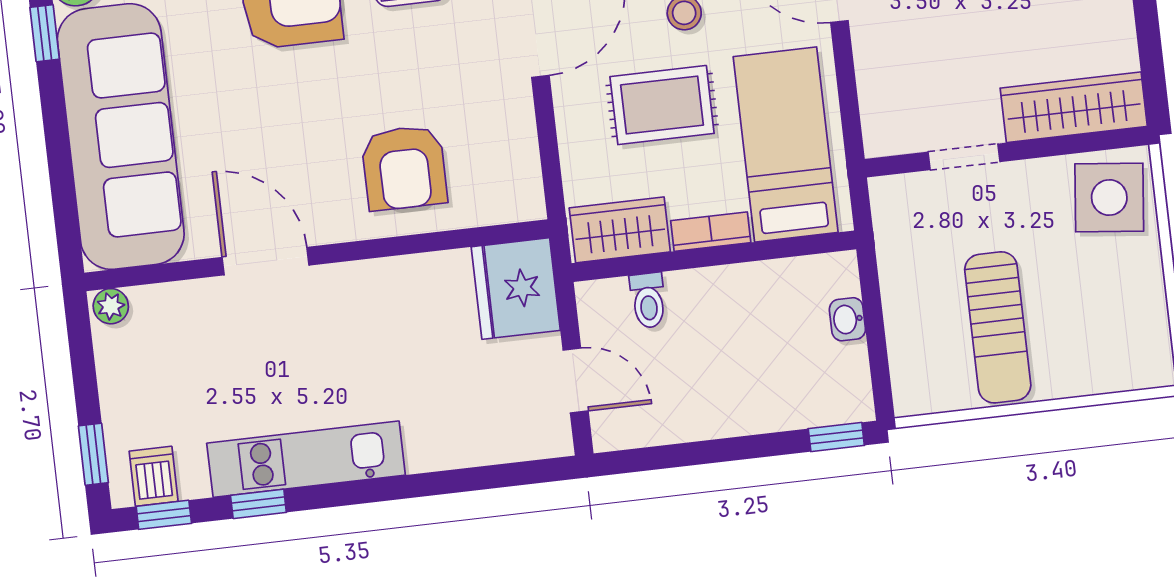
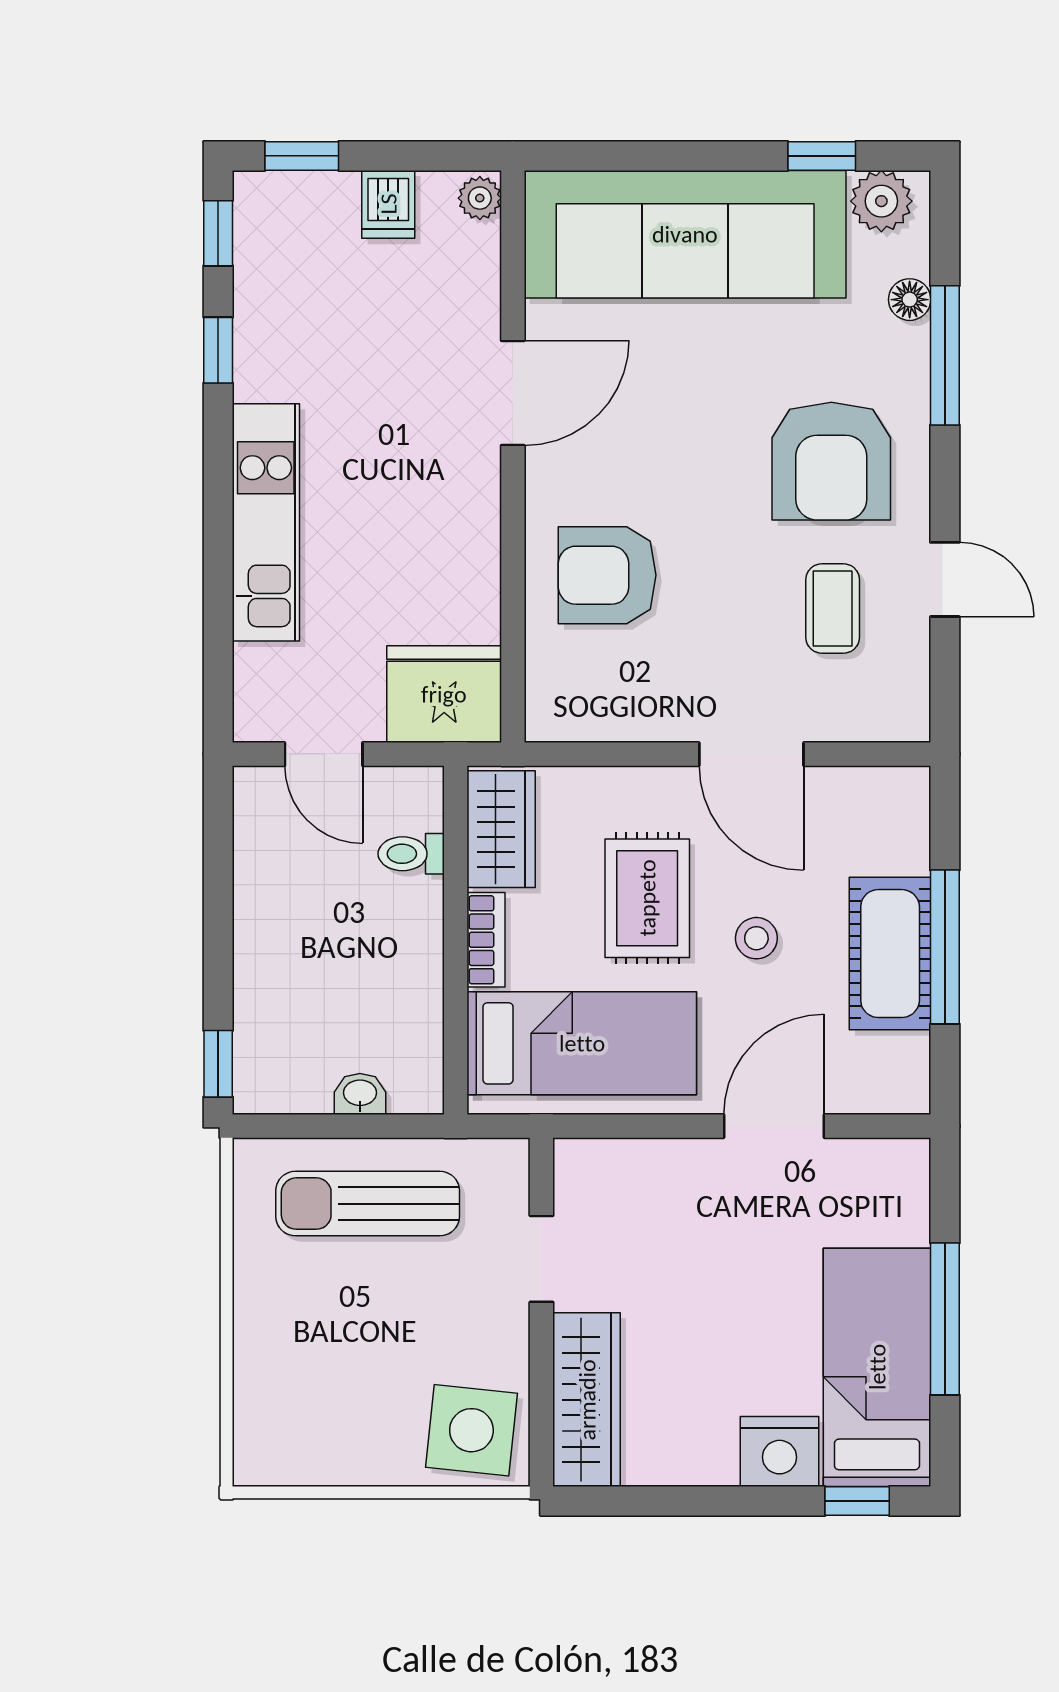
sun lounger: (998, 327) -> (368, 1204), moved
door: (576, 381) -> (324, 754), hinge flipped
kitchen unit: (306, 459) -> (266, 522), moved
dishwasher: (154, 476) -> (388, 204), moved, turned 90

